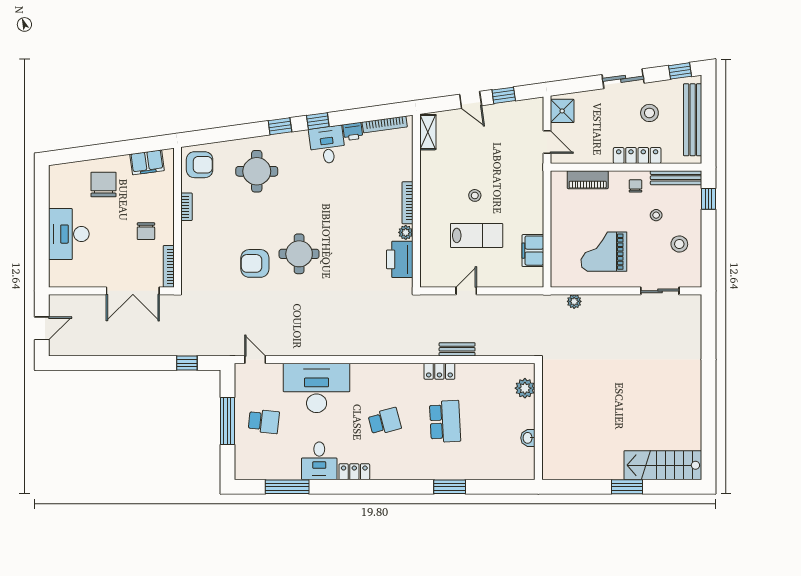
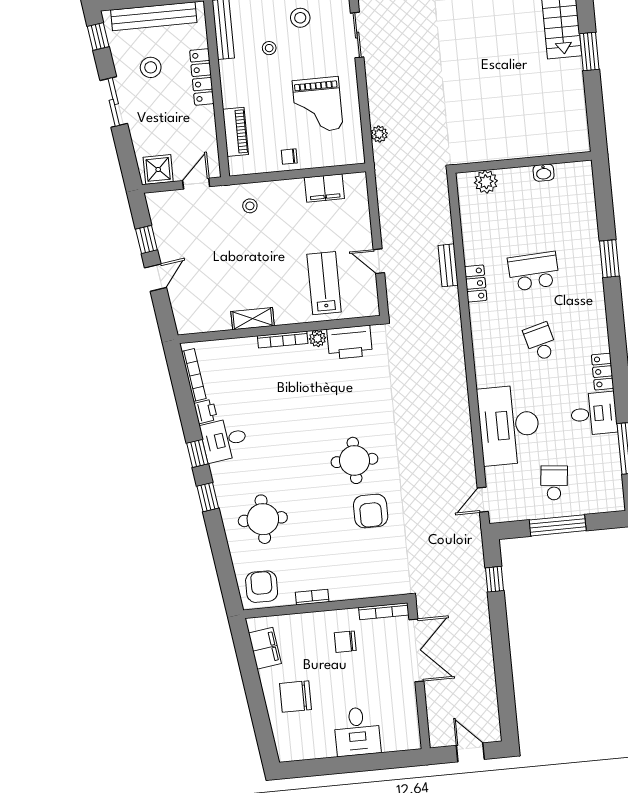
shelving: (428, 132) -> (253, 319), moved
chair: (635, 186) -> (289, 157), moved
stool: (475, 195) -> (250, 206), moved
chair: (146, 231) -> (345, 642), turned 180
desk: (69, 234) -> (357, 731), width x0.73
lab bench: (477, 235) -> (324, 283), moved

